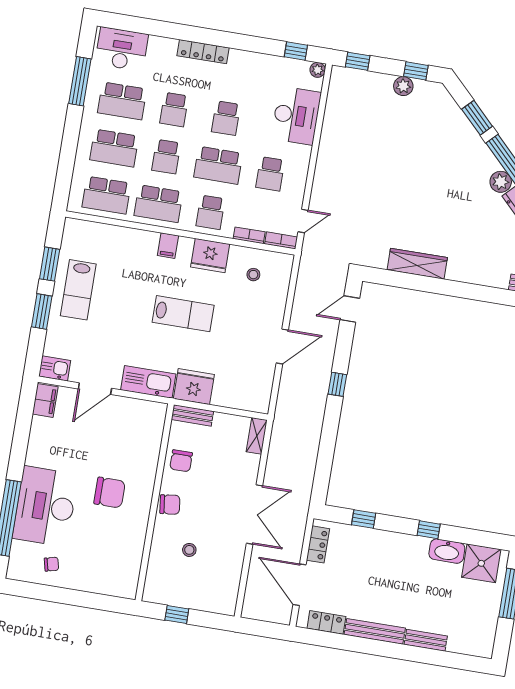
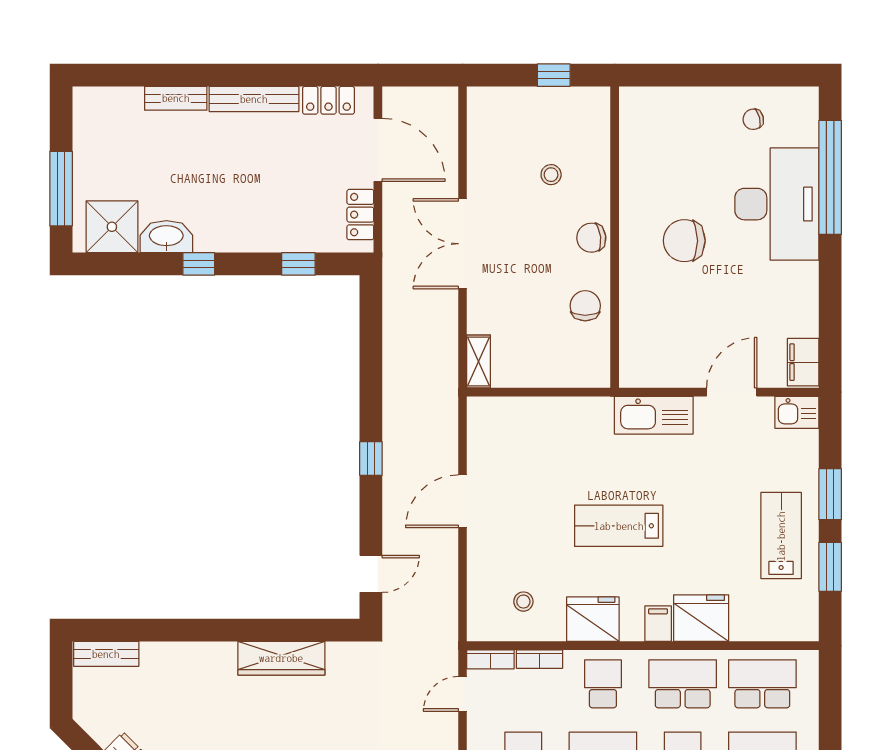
fridge: (194, 387) -> (701, 618), moved, turned 180
bench: (192, 415) -> (580, 376), removed

